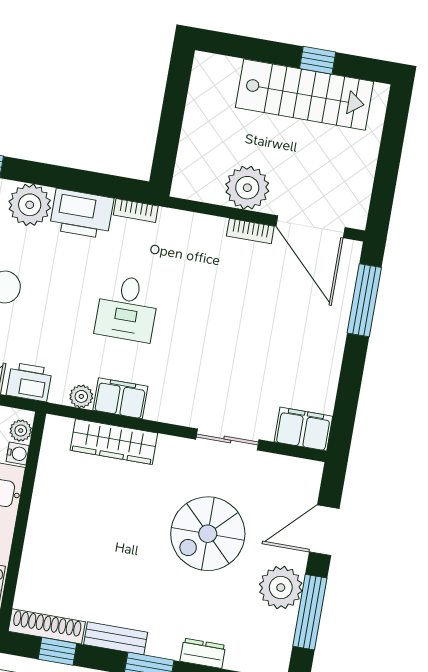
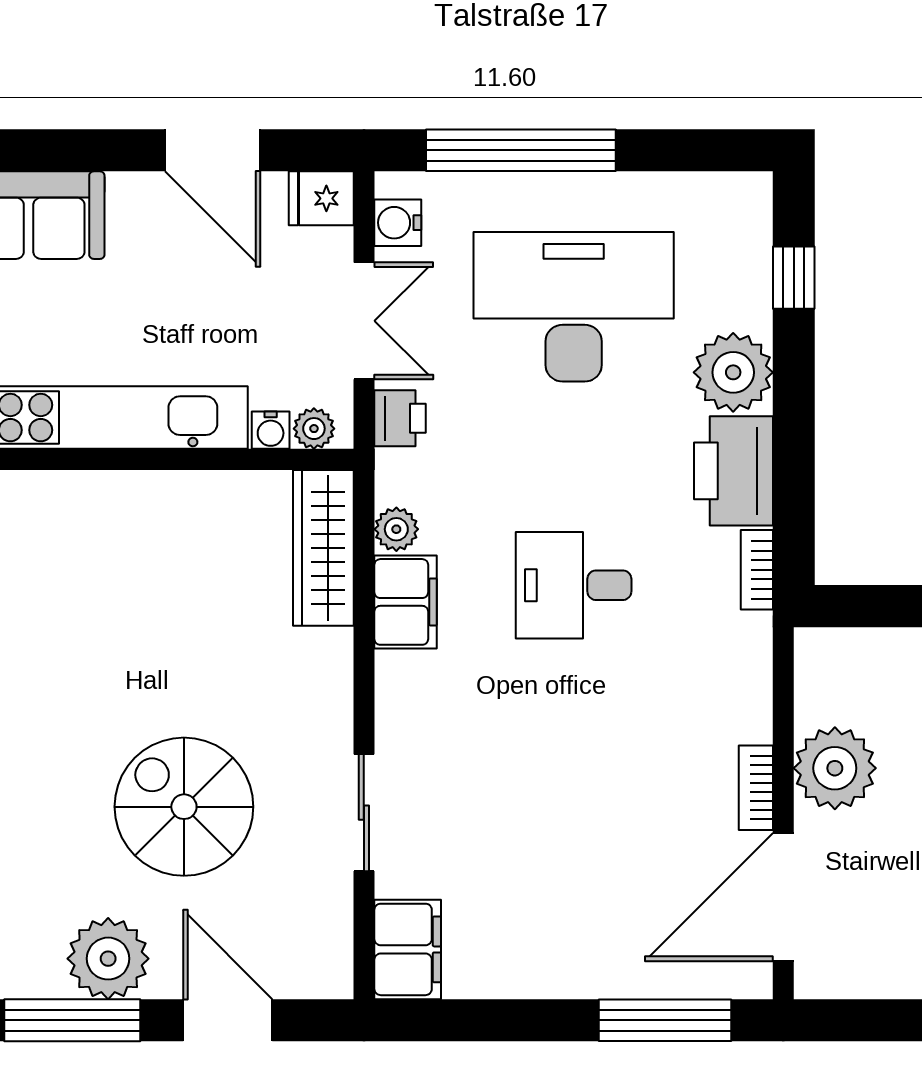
printer: (29, 382) -> (400, 418), width x0.73, depth x0.81
wardrobe: (114, 442) -> (323, 548), moved

